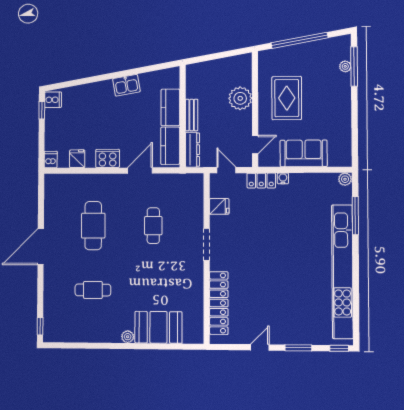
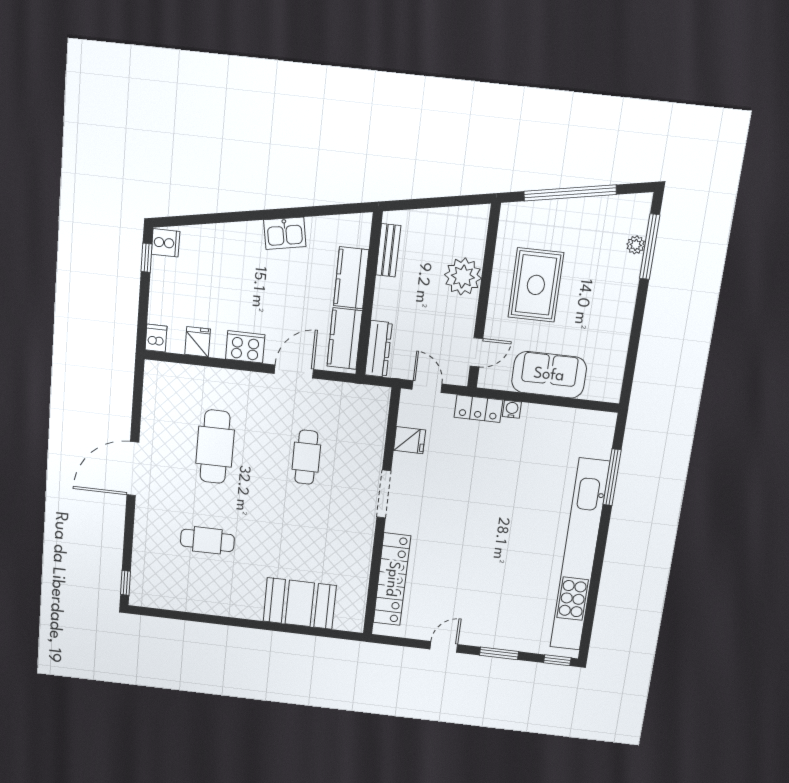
bench: (192, 115) -> (388, 250), moved
plant: (345, 179) -> (606, 421), removed
plant: (128, 337) -> (253, 611), removed

